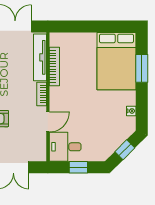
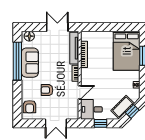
cot: (111, 143) -> (123, 107), added

